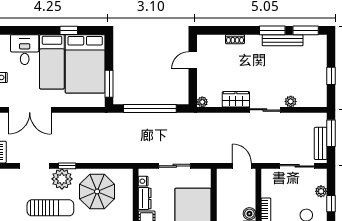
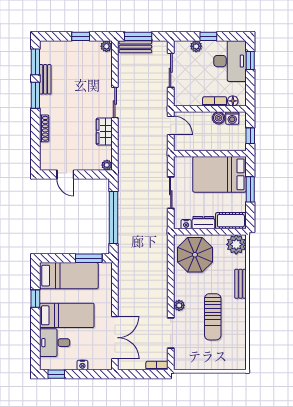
shoe rack: (235, 39) -> (44, 128), width x1.43
bench: (283, 40) -> (45, 79), width x0.73
bed: (85, 64) -> (69, 276), width x0.67
plant: (291, 101) -> (106, 46), moved
bench: (321, 143) -> (135, 47), moved
window: (67, 166) -> (171, 300), removed
door: (242, 166) -> (171, 125), swing flipped
plant: (62, 179) -> (179, 305), width x0.53, depth x0.53
parasol: (97, 192) -> (195, 255), moved
sun lounger: (50, 208) -> (213, 317), turned 180

